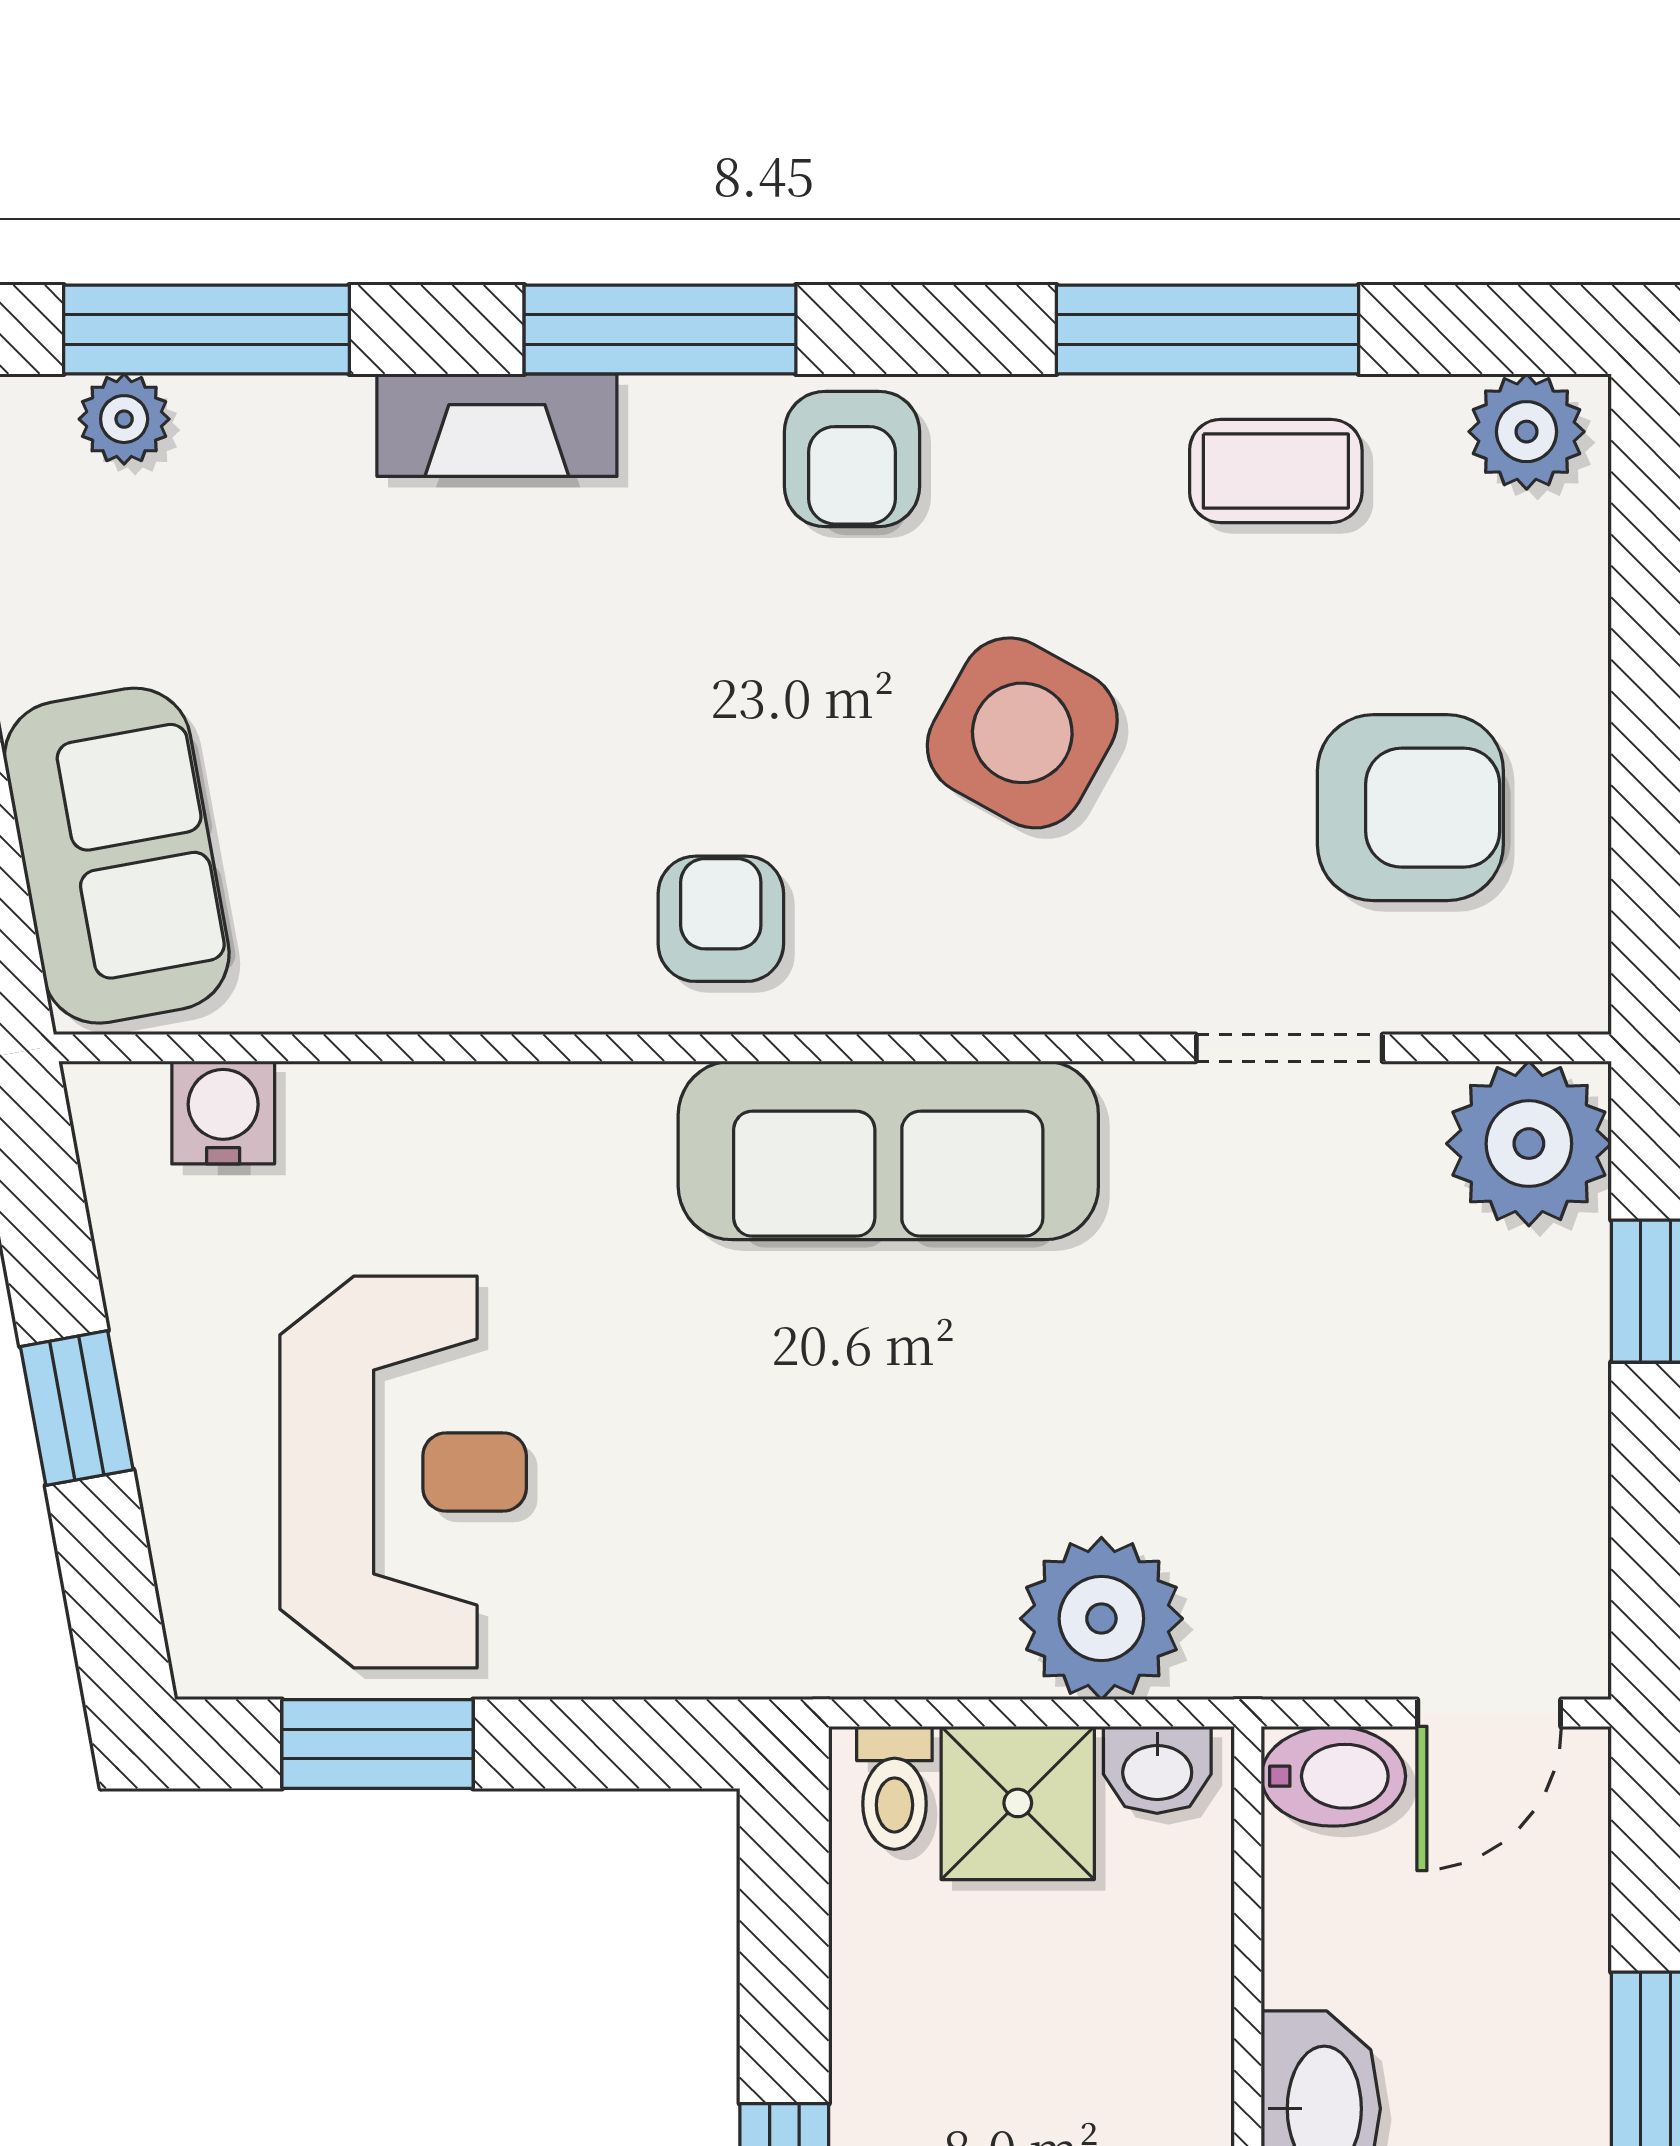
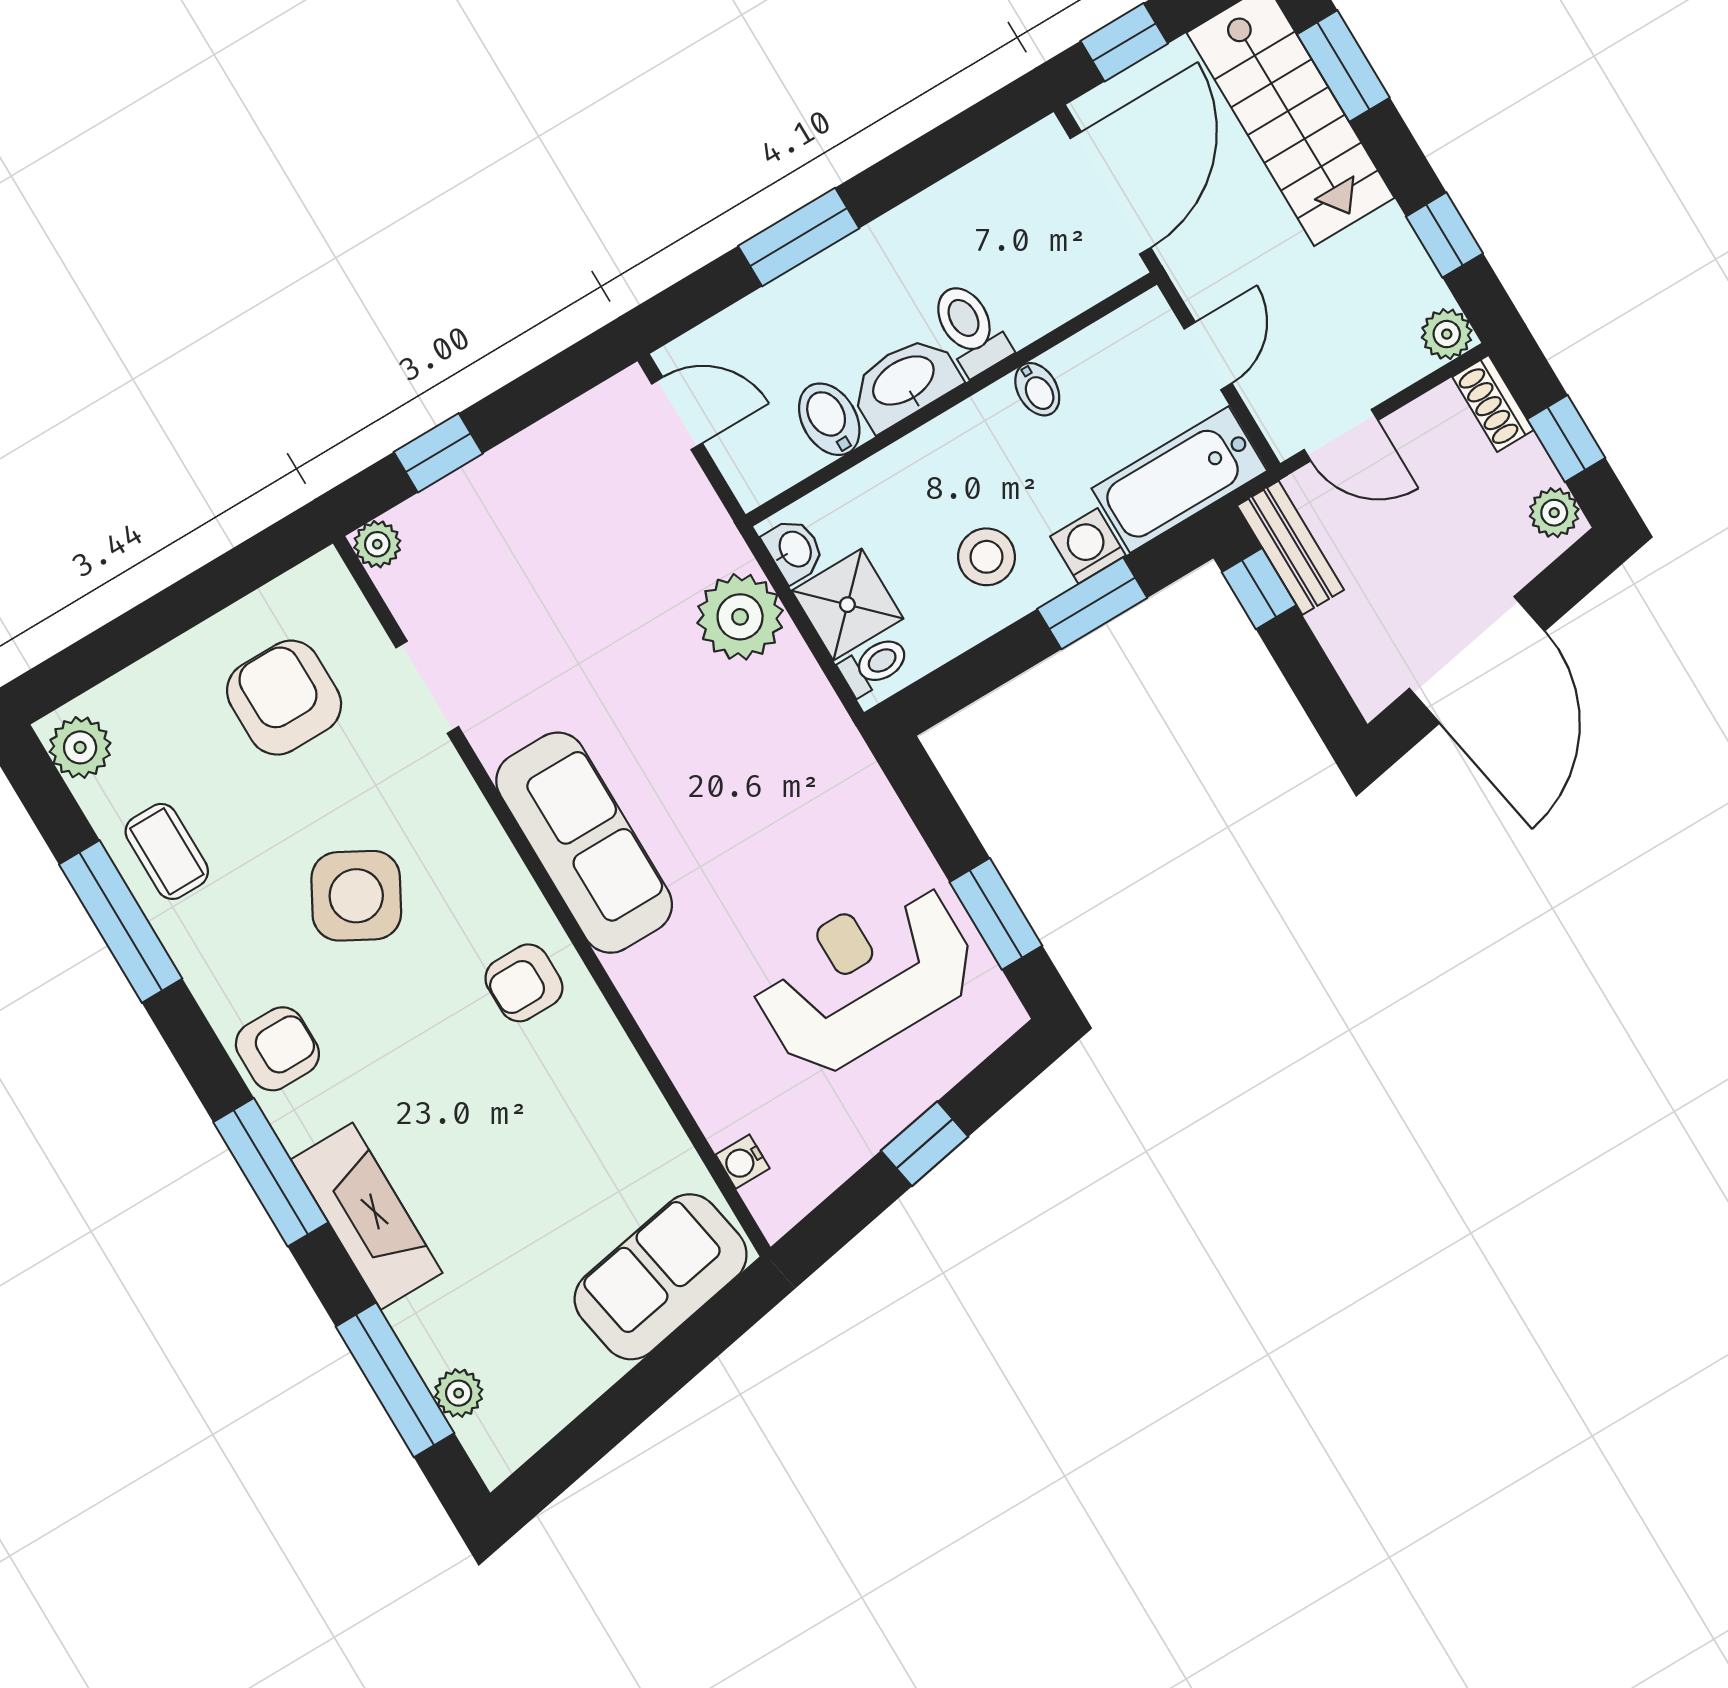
fireplace: (497, 425) -> (367, 1216), width x1.37, depth x1.32
water cooler: (223, 1113) -> (743, 1162), width x0.72, depth x0.72
plant: (1529, 1144) -> (377, 544), width x0.53, depth x0.53
bidet: (1333, 1776) -> (829, 419), moved
stool: (961, 2072) -> (987, 557), added

